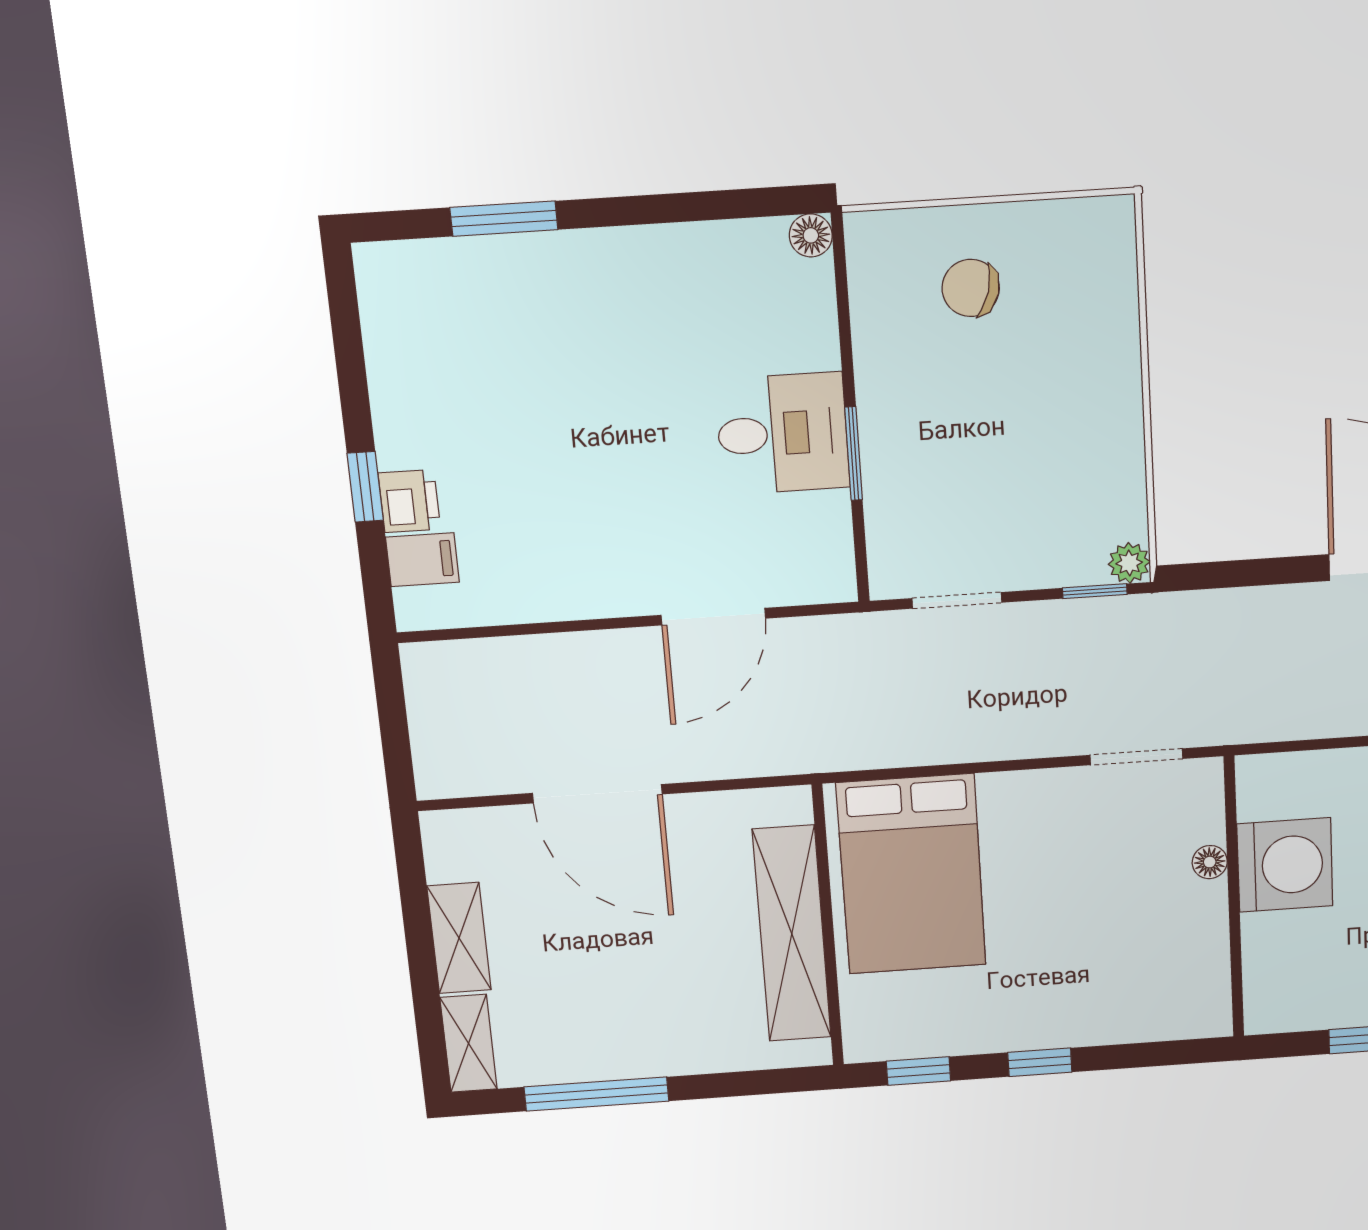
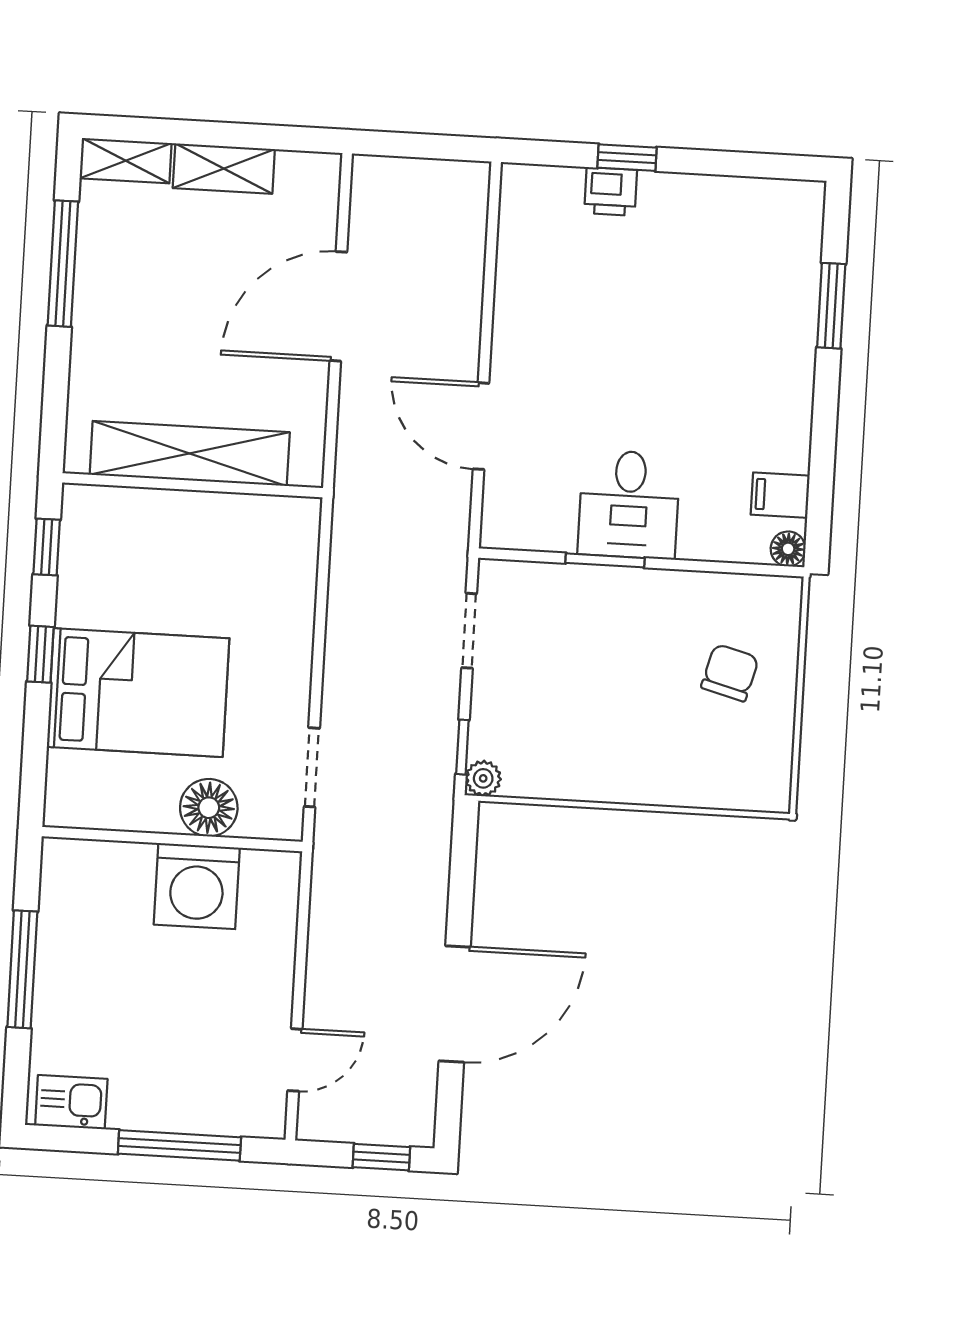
filing cabinet: (423, 560) -> (780, 495), moved, turned 90
floor lamp: (1210, 862) -> (209, 808), width x1.89, depth x1.89
bed: (911, 874) -> (138, 693), moved, turned 180

